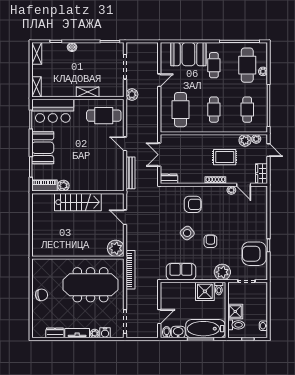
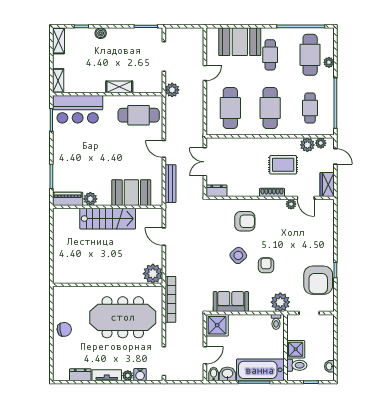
cafe table: (214, 110) -> (270, 108), width x1.37, depth x1.35
booth: (43, 148) -> (131, 193), moved, turned 90
armchair: (254, 254) -> (318, 280), turned -90
shower: (205, 291) -> (217, 325), moved

